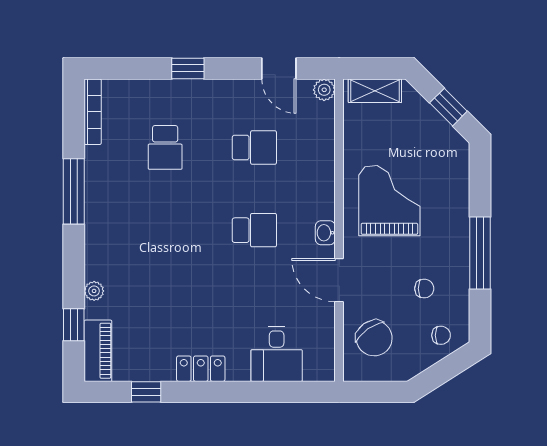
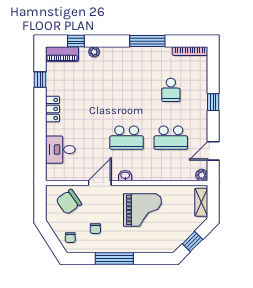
school desk: (165, 147) -> (171, 90), turned -90
school desk: (254, 147) -> (171, 138), width x1.85
school desk: (254, 230) -> (127, 138), width x1.85

